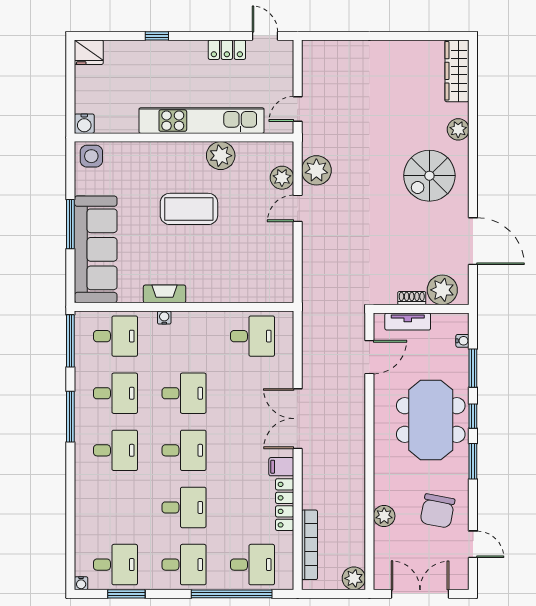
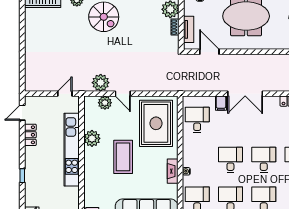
door: (298, 109) -> (65, 94), swing flipped
rug: (247, 265) -> (156, 123), added
filing cabinet: (281, 467) -> (221, 103), moved

